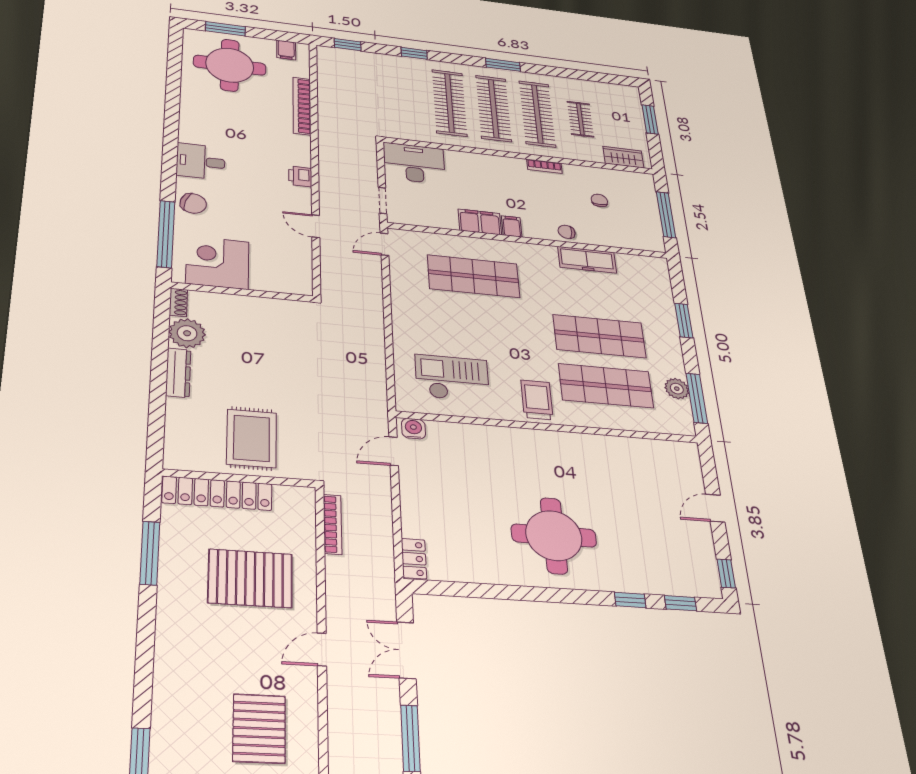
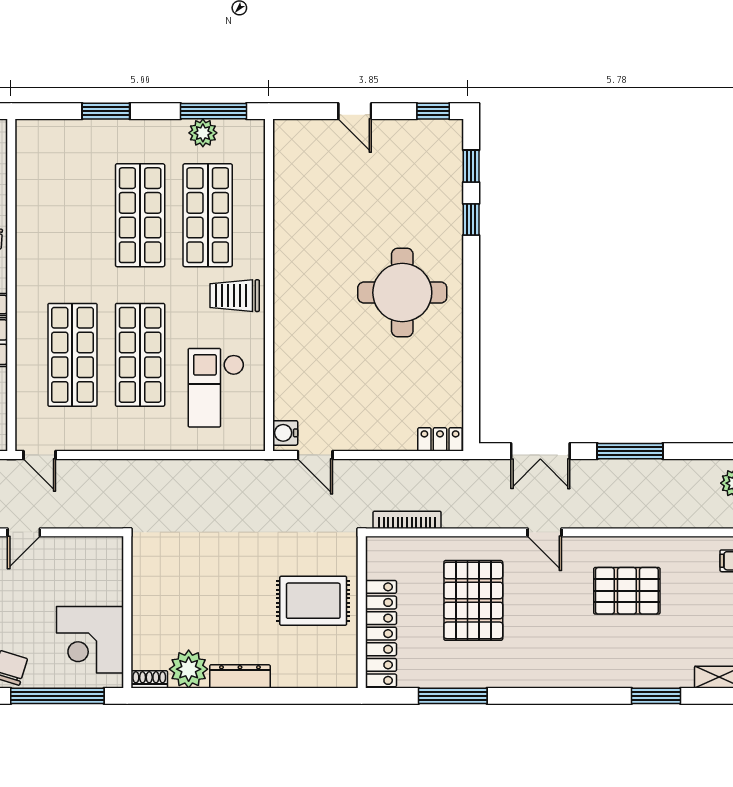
freezer: (587, 260) -> (31, 218), removed
shop shelf: (478, 324) -> (140, 355), added

